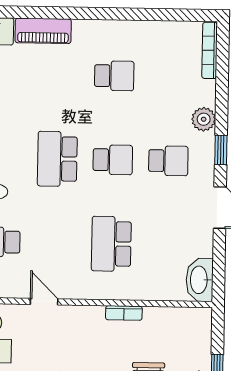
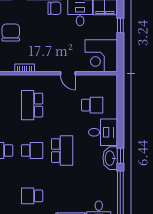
school desk: (113, 160) -> (32, 151), turned 180
school desk: (111, 244) -> (32, 105), turned 180

